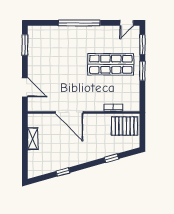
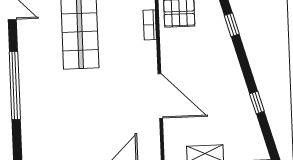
door: (69, 112) -> (160, 96), hinge flipped

